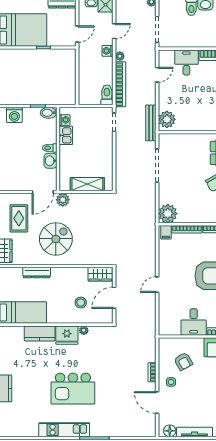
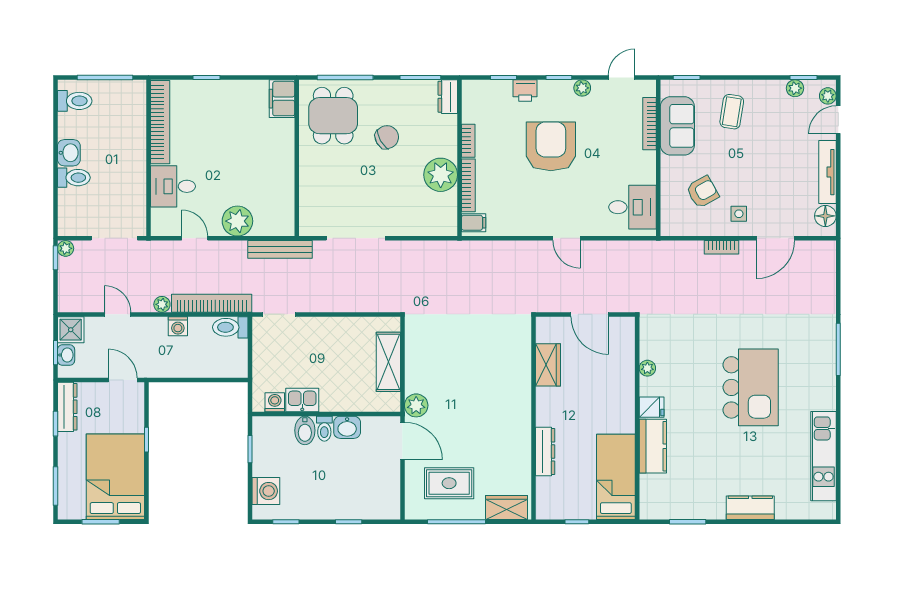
washing machine: (107, 51) -> (178, 326), moved
bidet: (49, 113) -> (305, 430), moved
plant: (167, 119) -> (237, 221), moved
plant: (168, 214) -> (441, 175), moved
spiral stairs: (56, 239) -> (486, 418), removed
wardrobe: (100, 274) -> (548, 365), moved
stool: (81, 303) -> (598, 374), removed
desk: (194, 322) -> (633, 207), moved
fridge: (67, 335) -> (652, 407), width x0.53, depth x0.75
kitchen unit: (64, 430) -> (823, 456), moved

